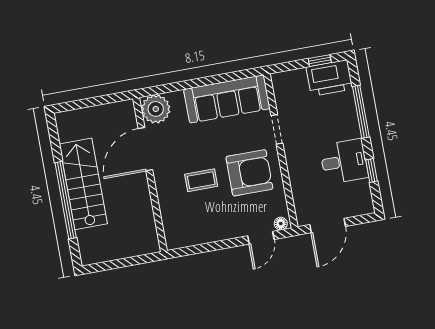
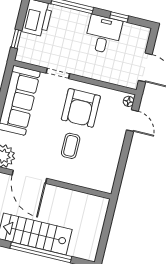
window: (320, 61) -> (16, 39), moved
armchair: (249, 173) -> (81, 108), turned 180

